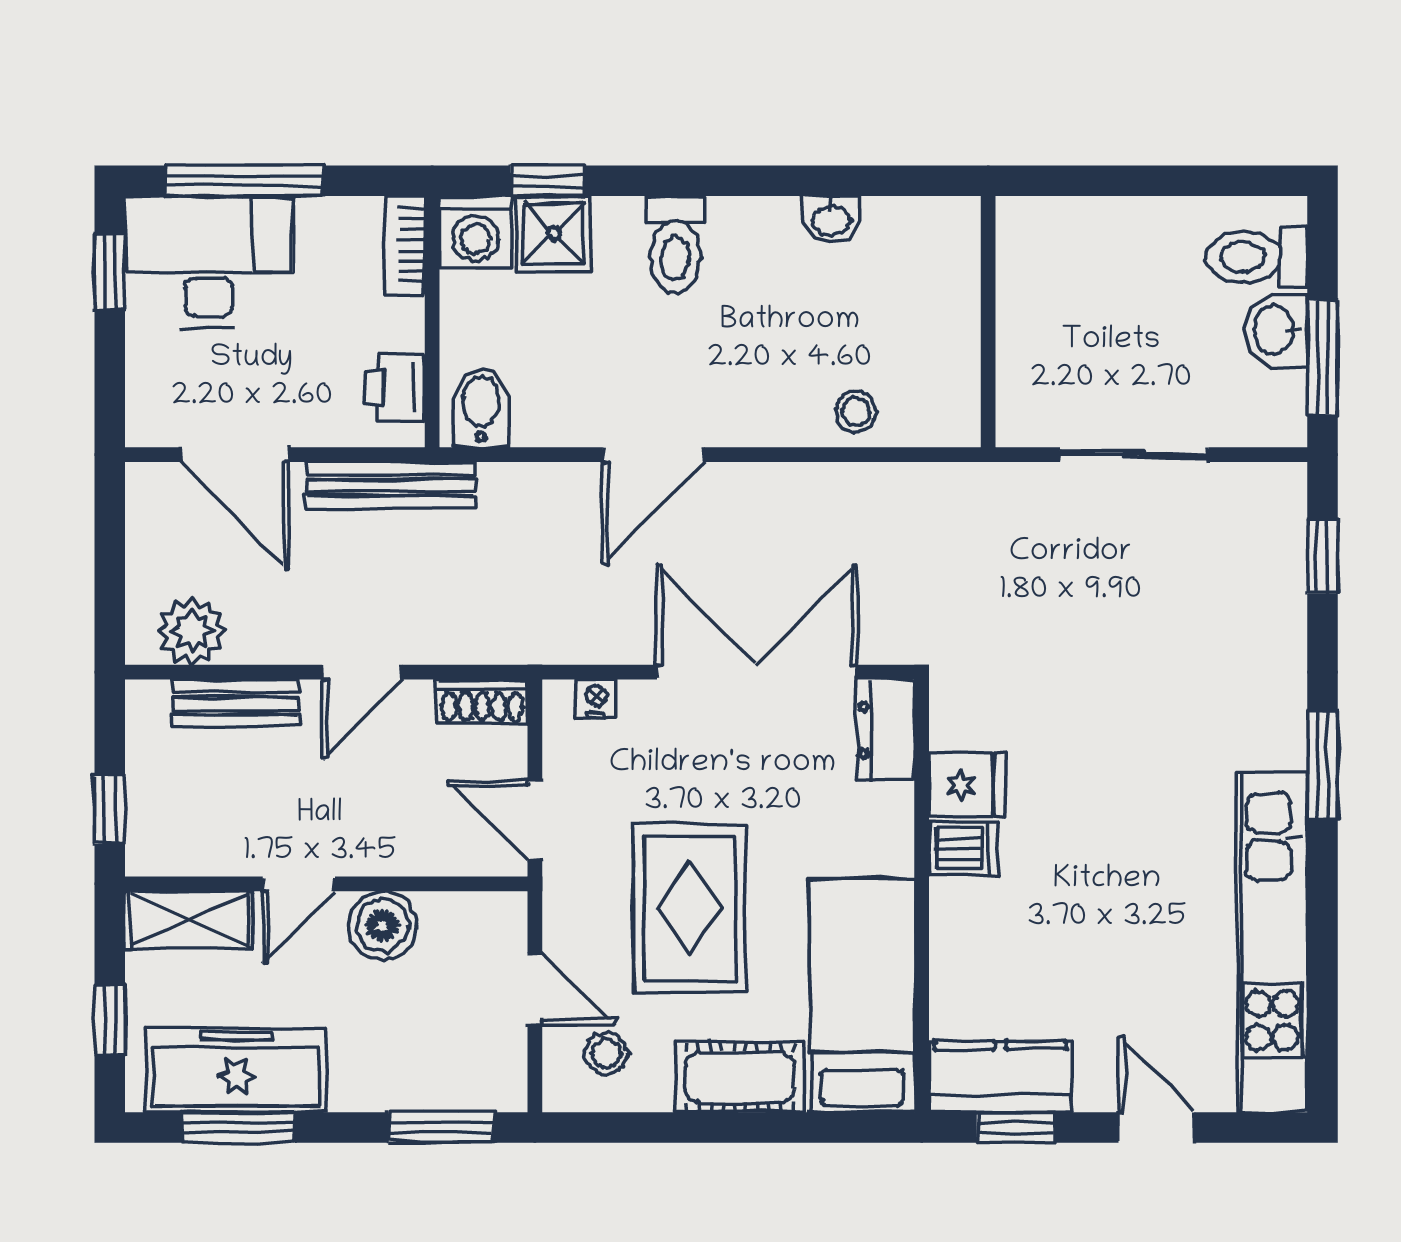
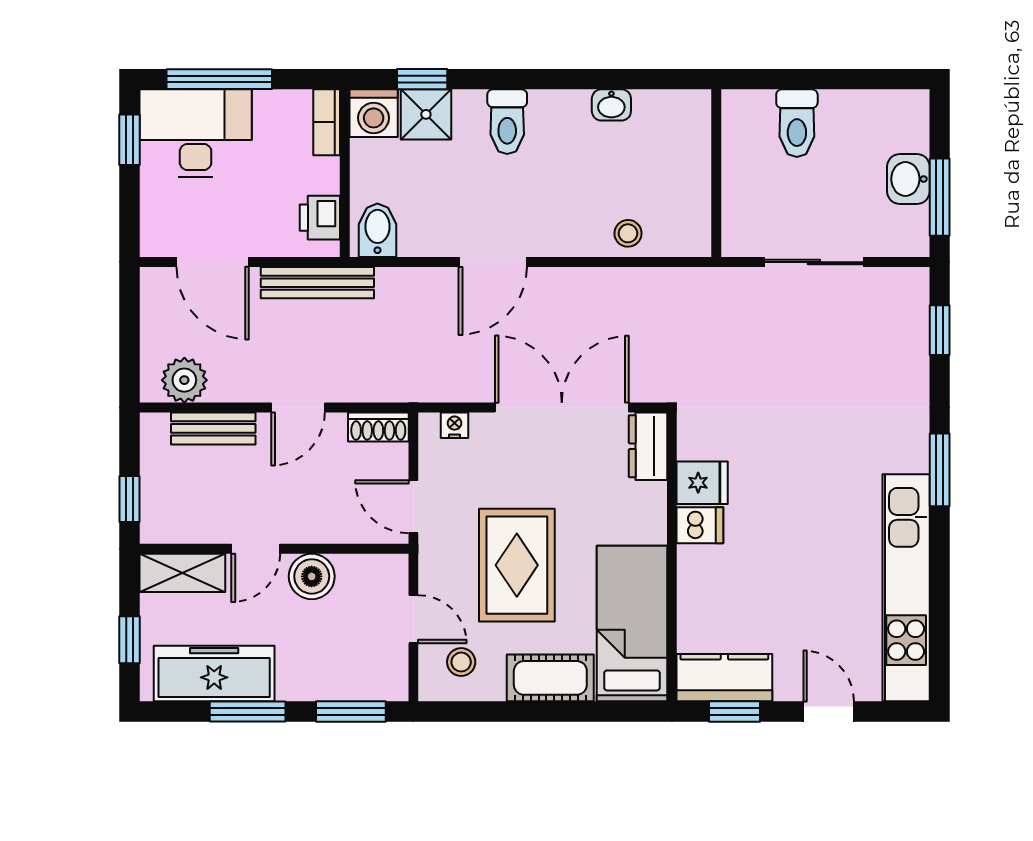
toilet: (1257, 257) -> (797, 123), moved, turned -90
window: (238, 1127) -> (248, 712), moved

